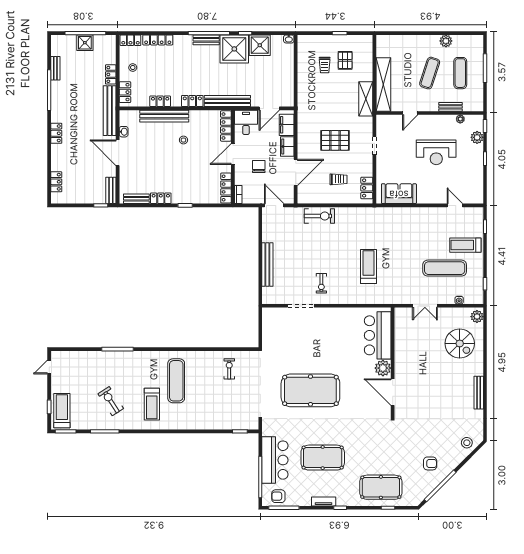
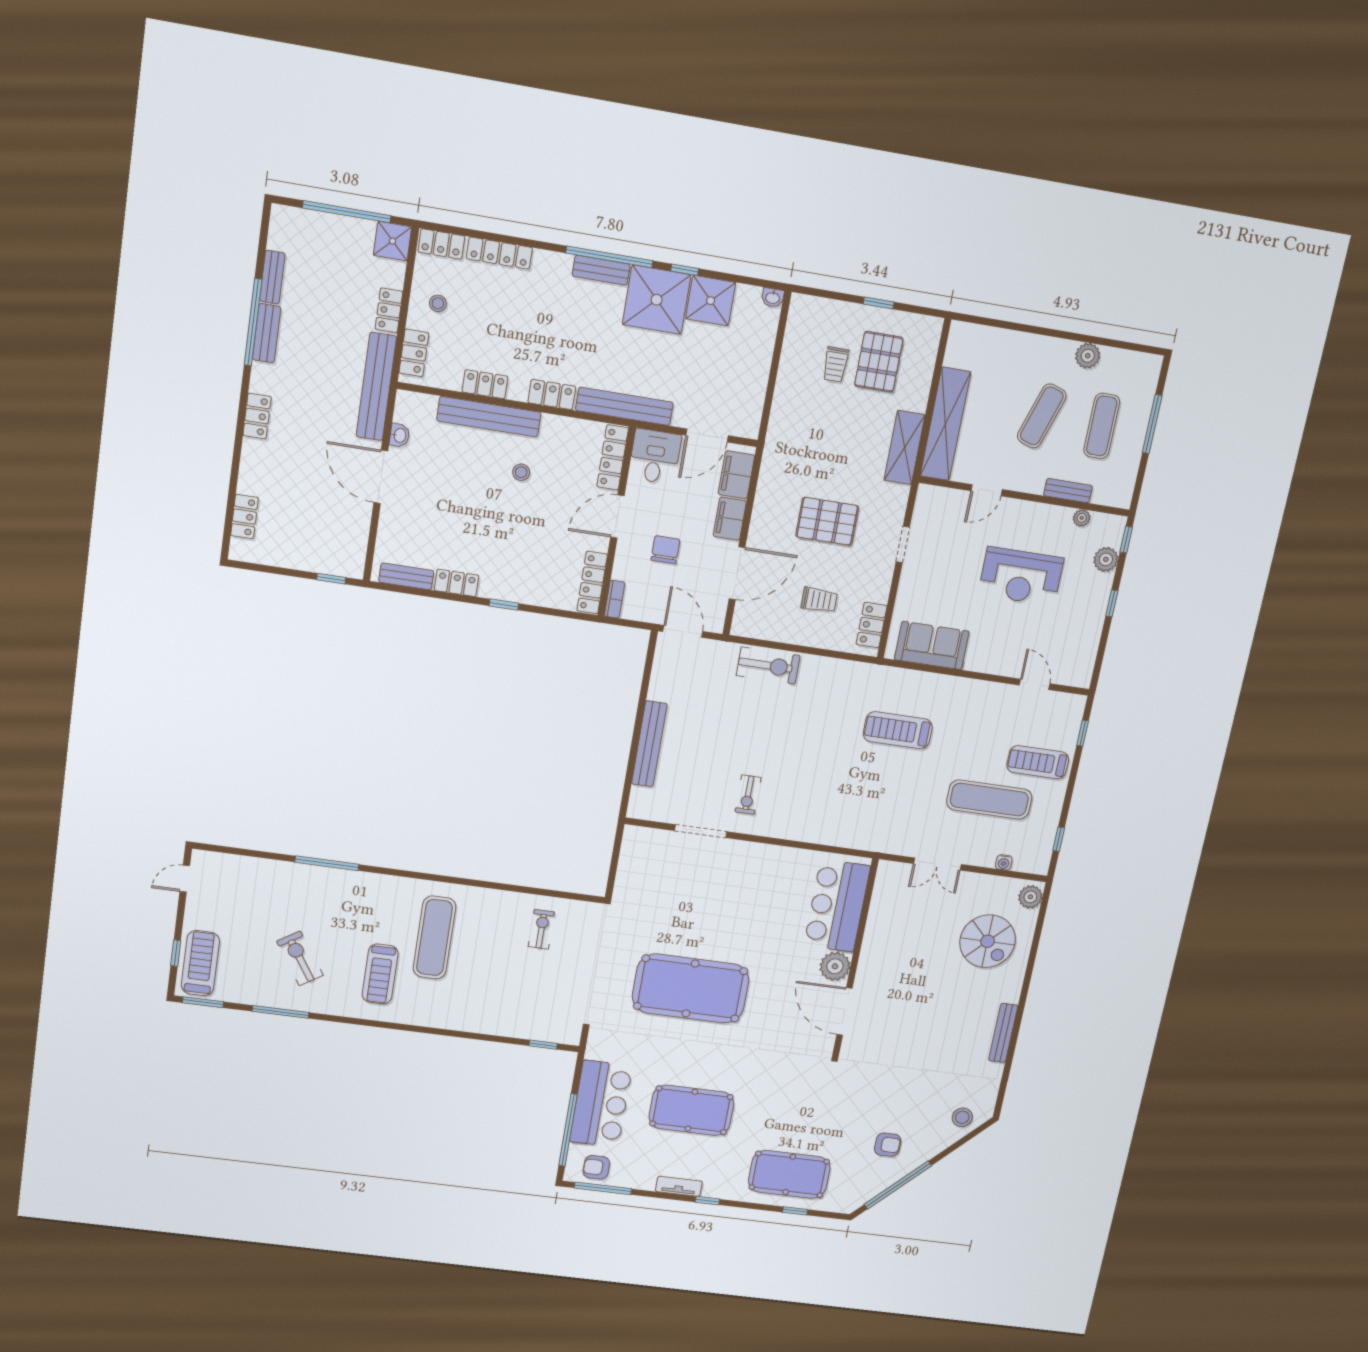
shower: (85, 43) -> (393, 241), moved
pallet: (345, 60) -> (879, 362), width x1.50, depth x1.42
bench: (111, 190) -> (267, 333), moved
treadmill: (369, 266) -> (898, 730), moved, turned -90

